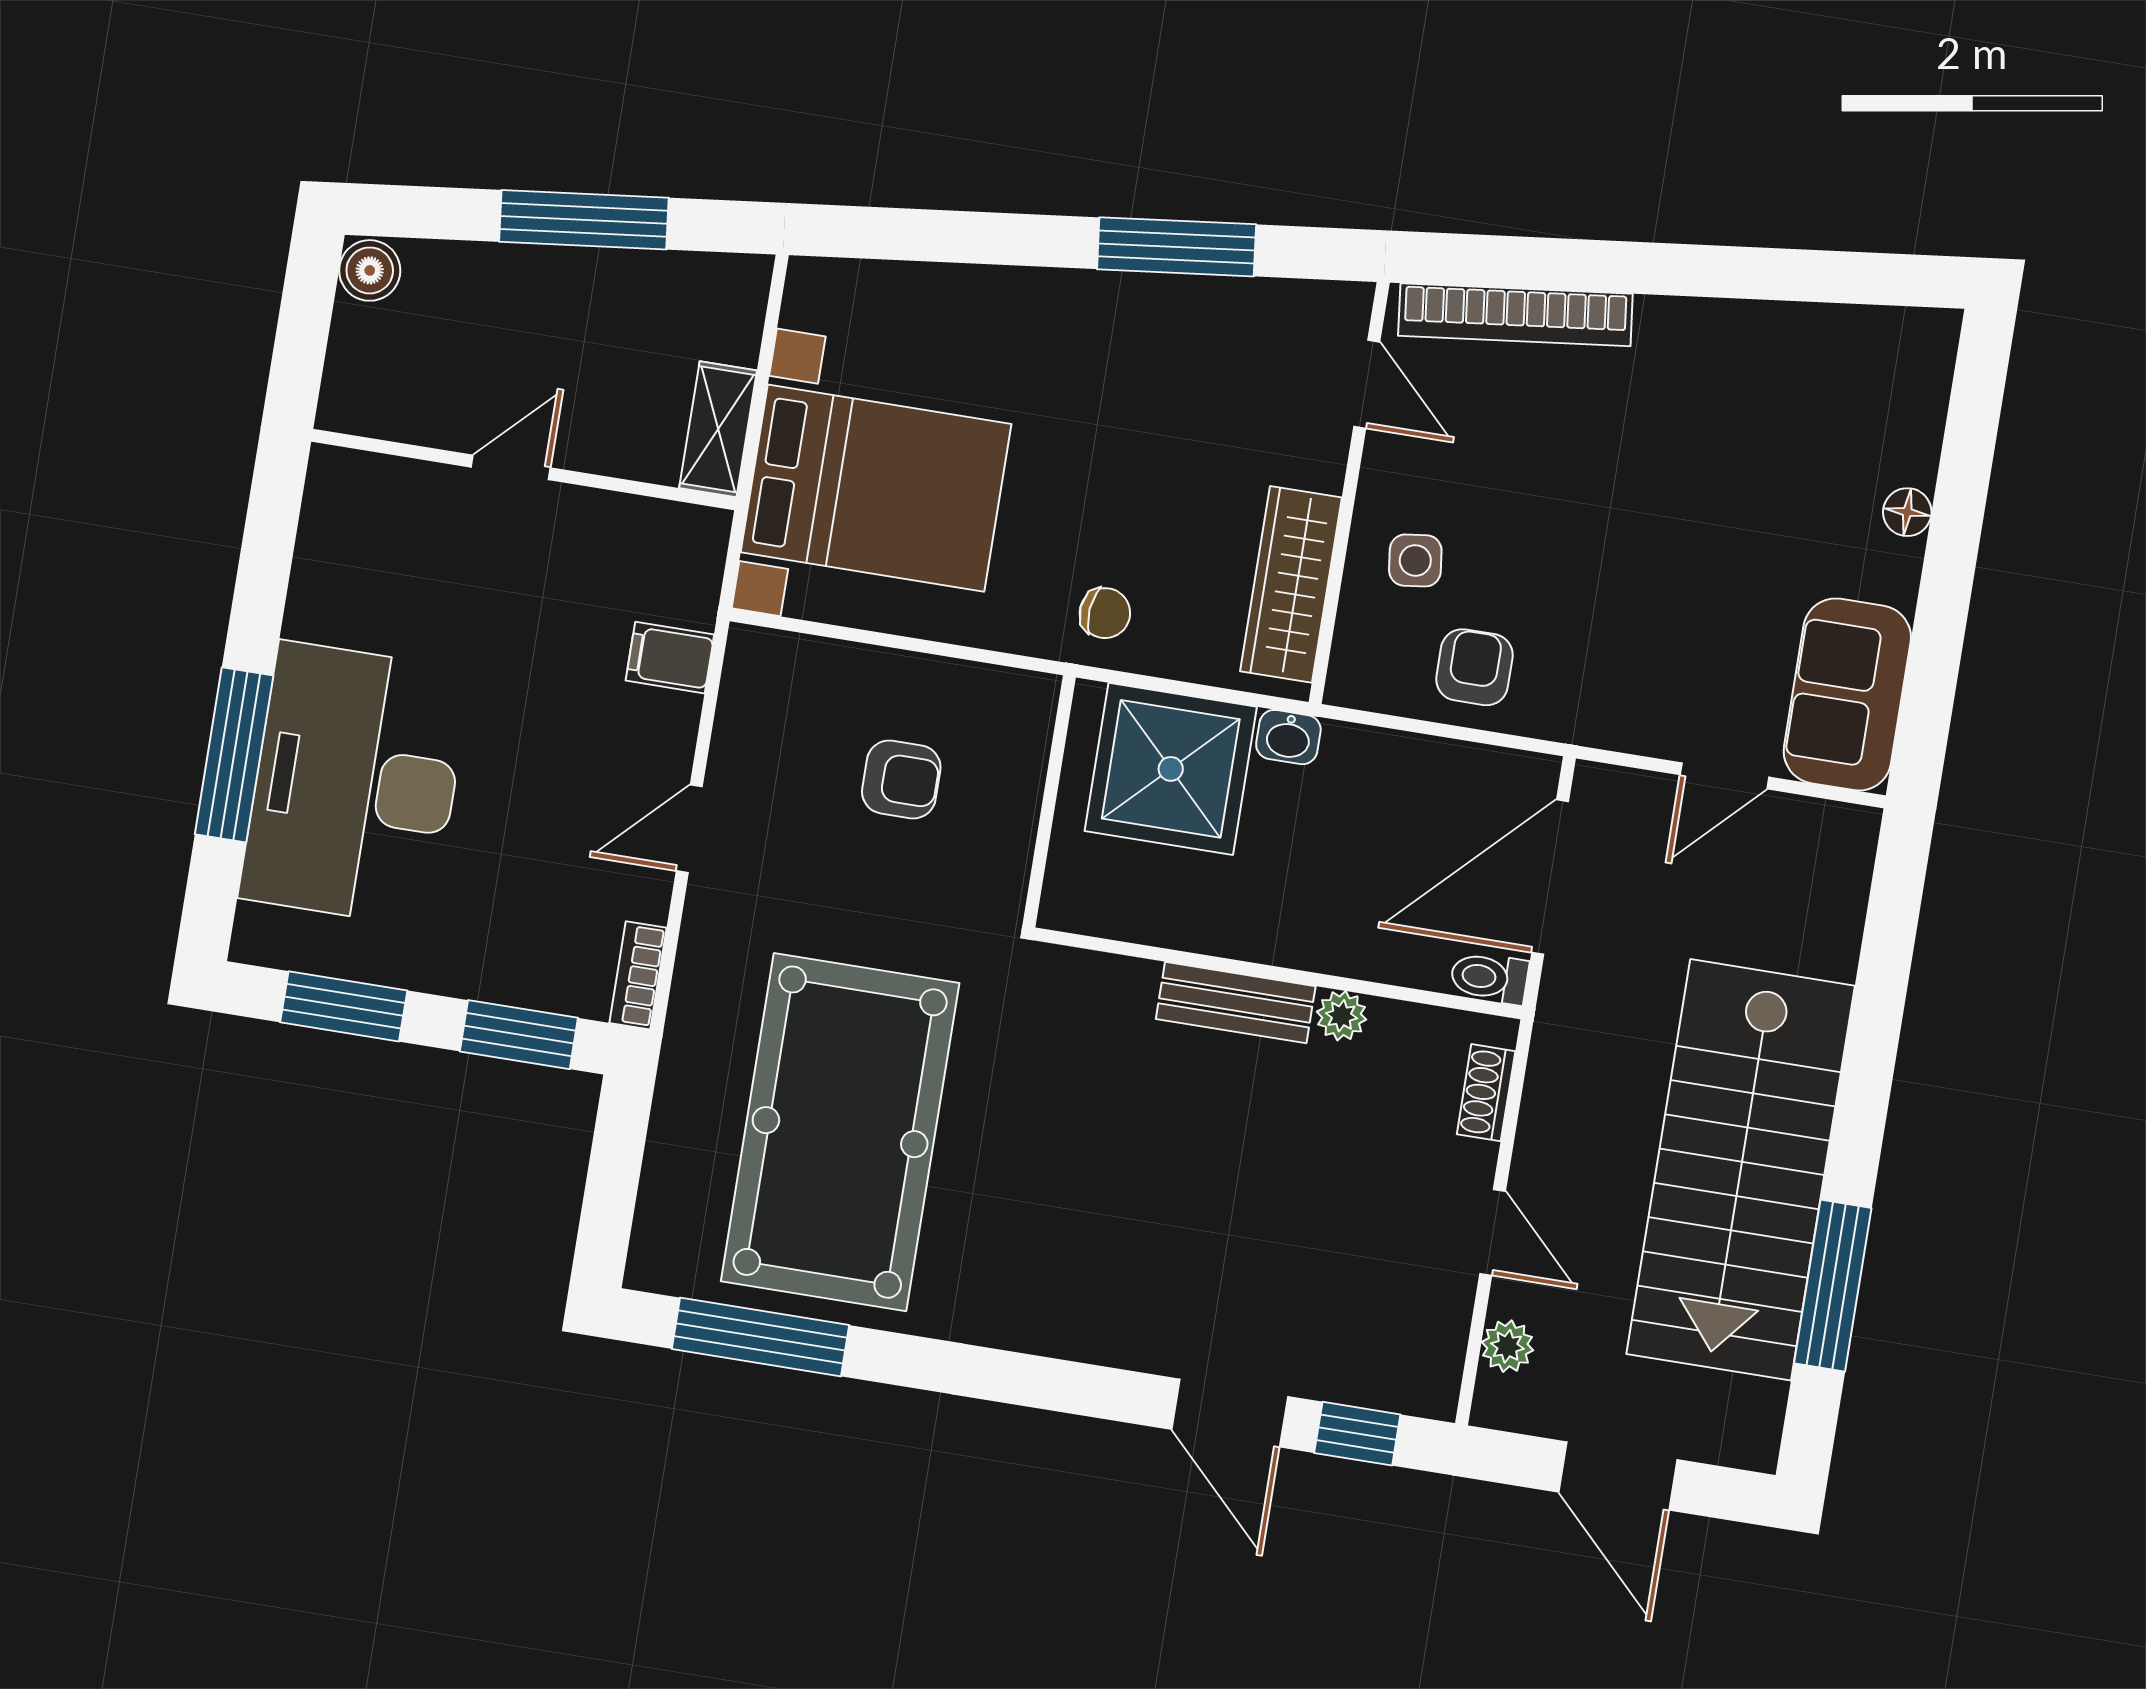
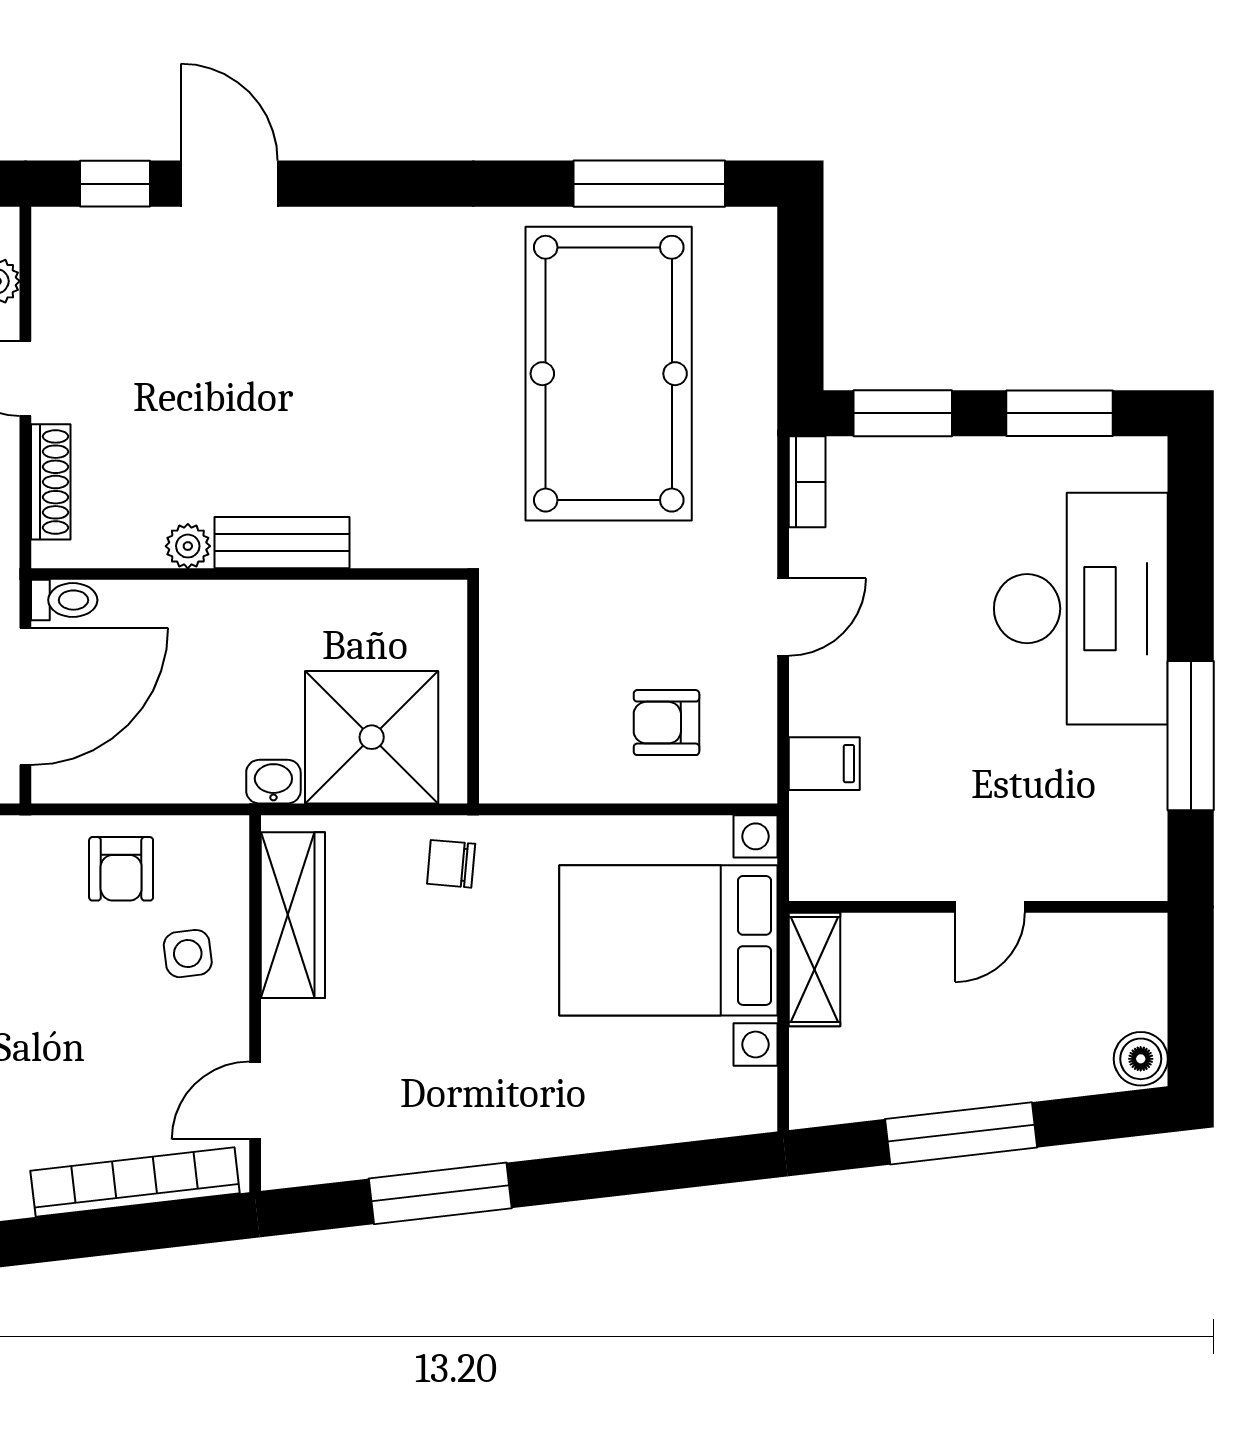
door: (1367, 384) -> (255, 1101), hinge flipped
window: (234, 755) -> (1191, 736), moved
armchair: (901, 779) -> (666, 723), moved
shoe rack: (1486, 1093) -> (51, 482), width x1.43

